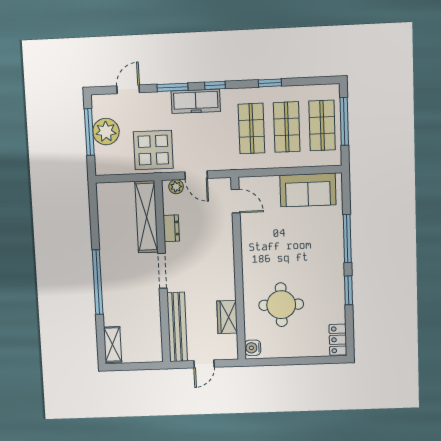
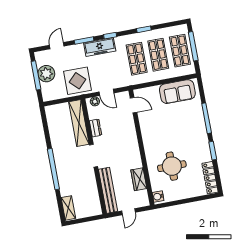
locker: (338, 340) -> (210, 178), width x1.53

